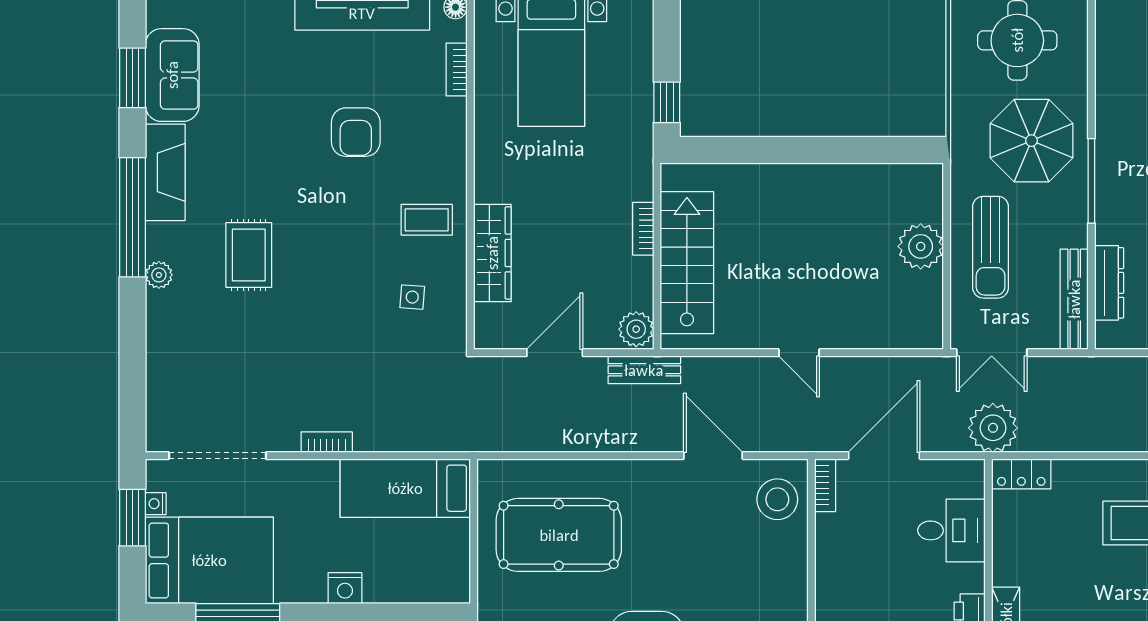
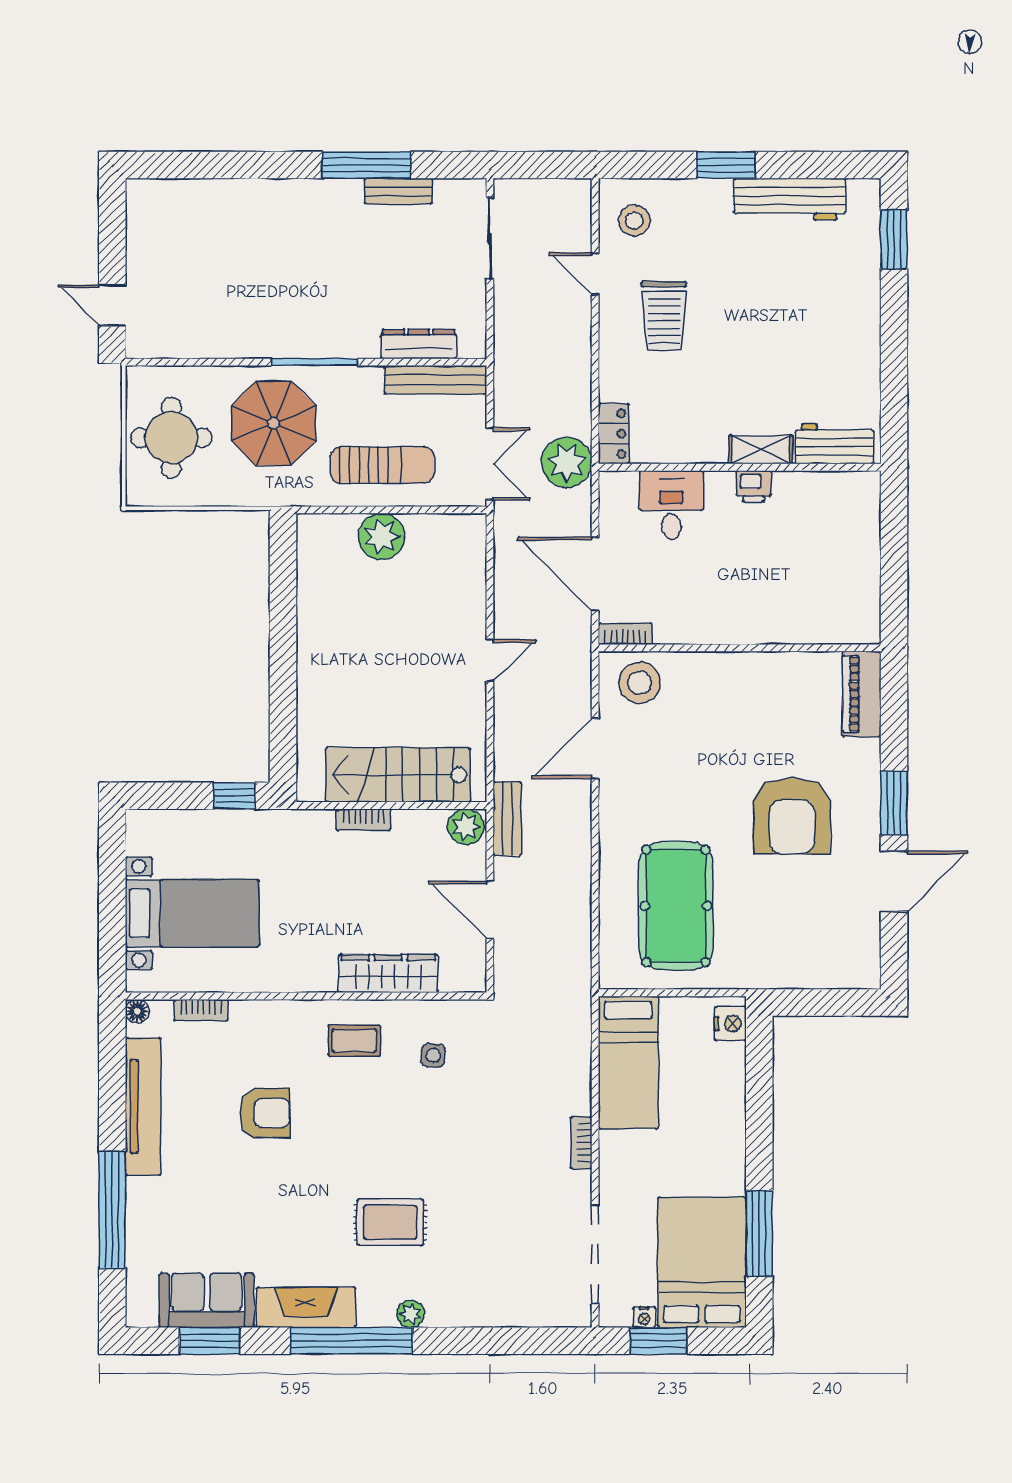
coffee table: (427, 220) -> (354, 1041), turned 90
nightstand: (345, 588) -> (730, 1024), moved

